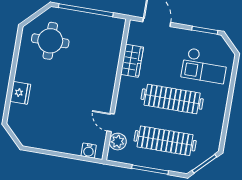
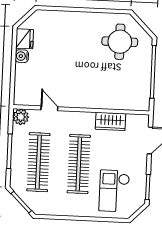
fridge: (20, 93) -> (25, 39), moved, turned -90
door: (111, 123) -> (49, 108), hinge flipped
plant: (118, 142) -> (21, 117), moved
water cooler: (89, 151) -> (22, 56), moved

